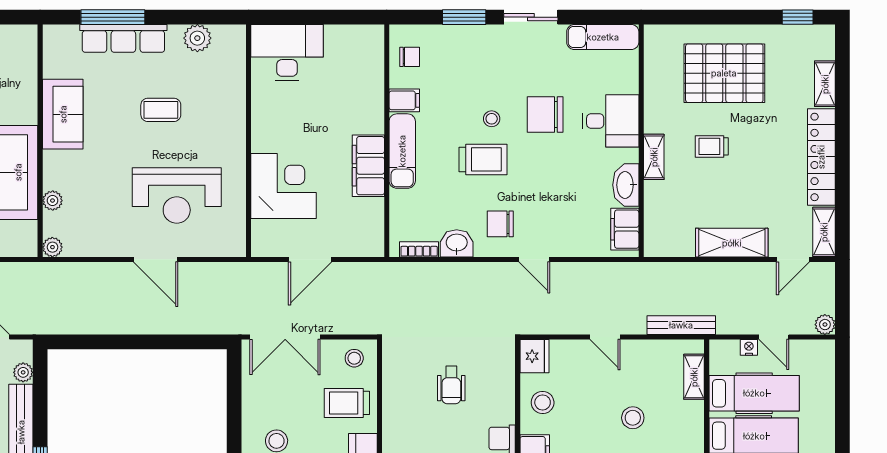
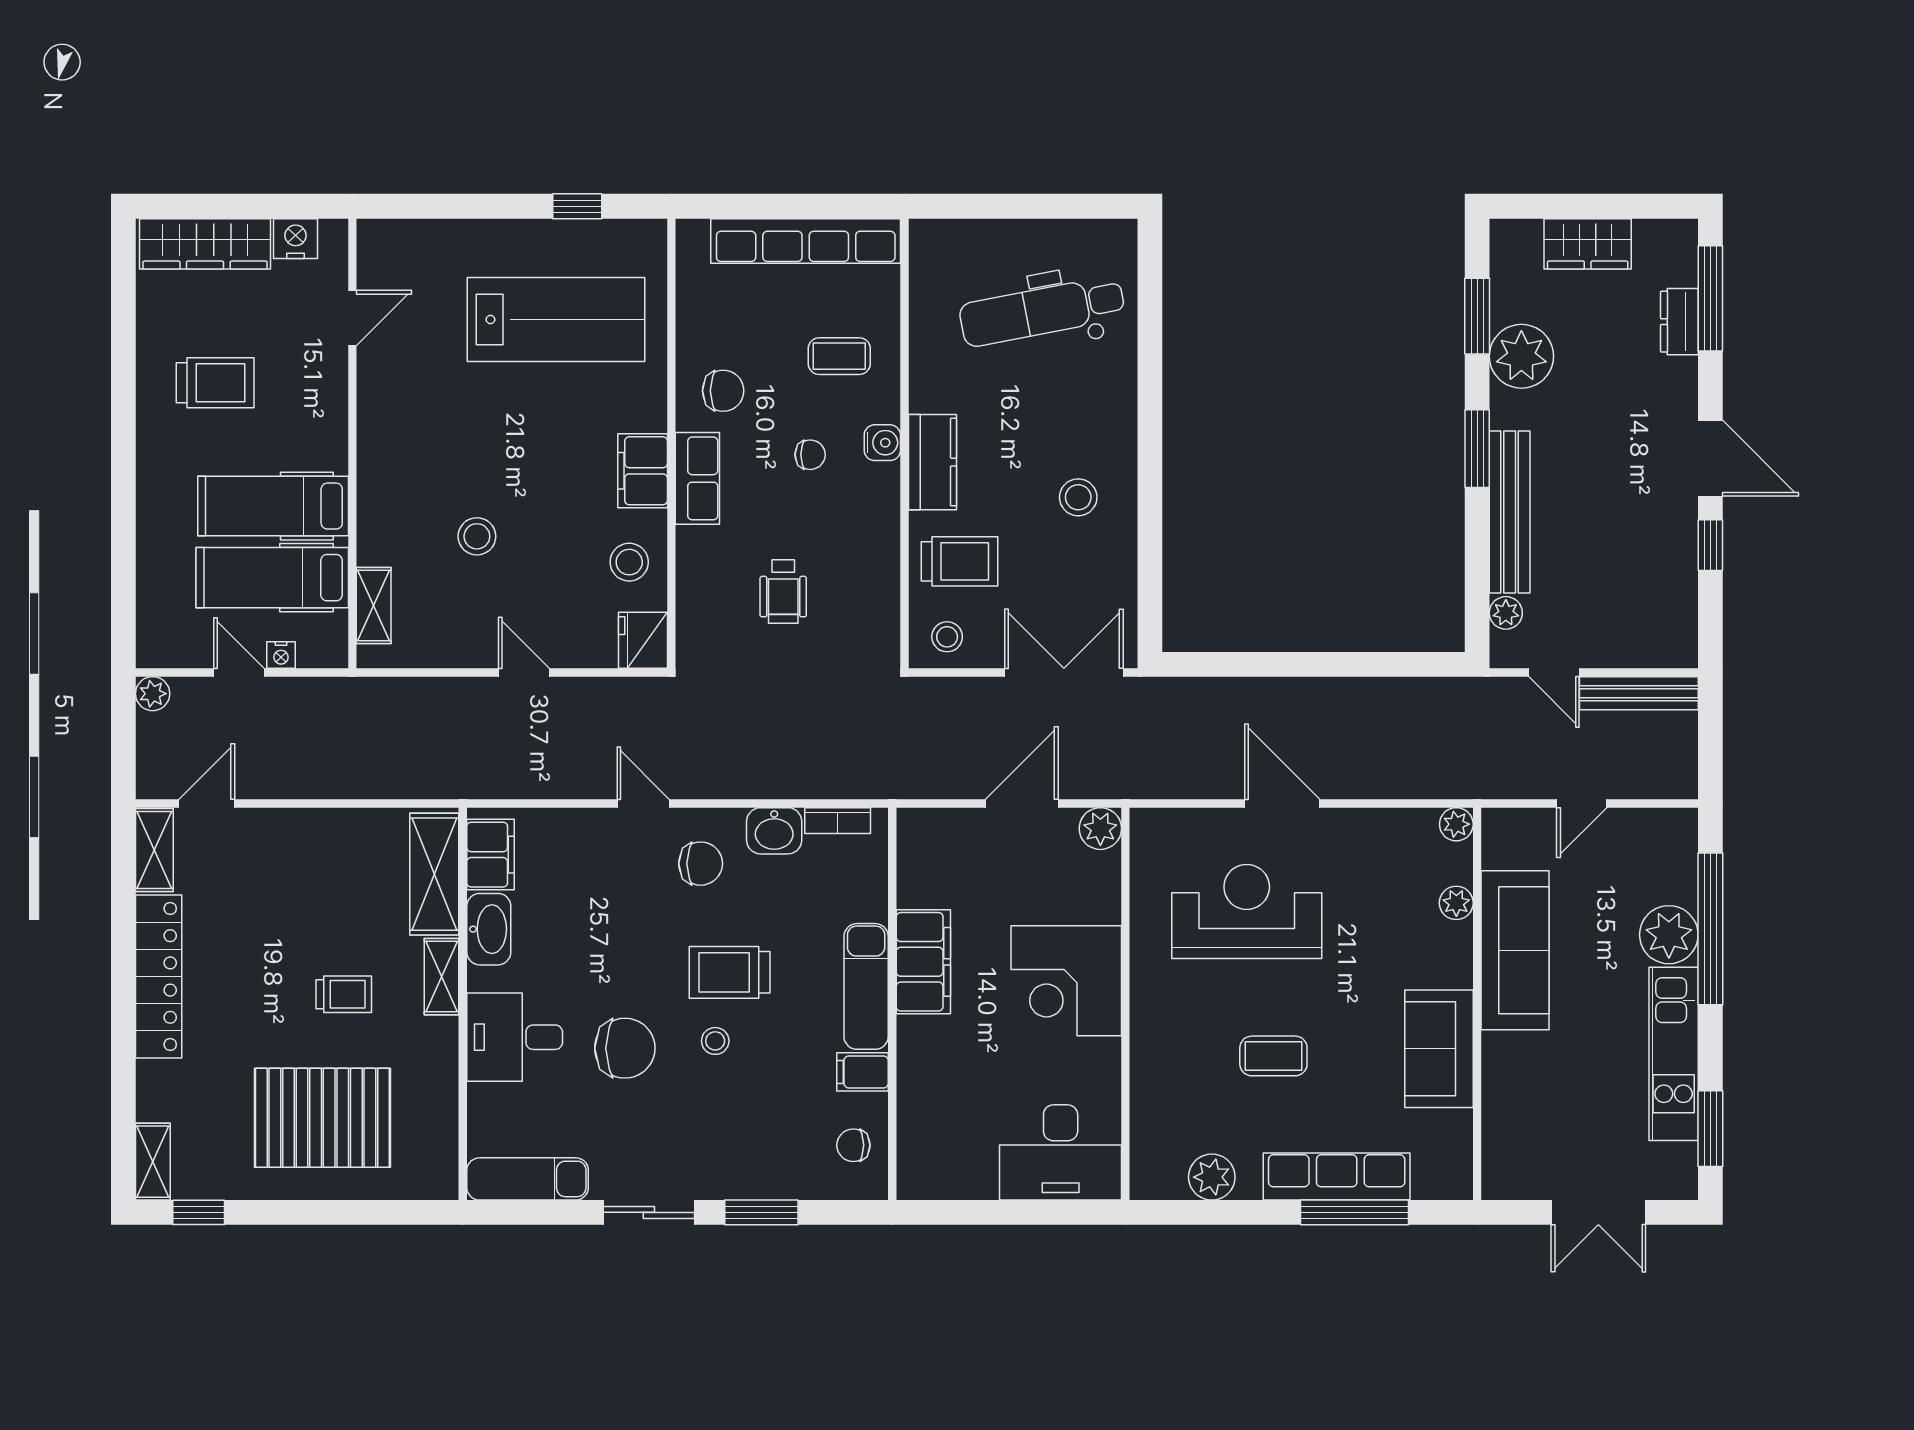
shelving: (825, 84) -> (153, 1162), moved
corner desk: (284, 186) -> (1066, 981), moved
shelving: (732, 243) -> (434, 874), moved, turned 90
plant: (263, 245) -> (1100, 829), added
bench: (681, 325) -> (395, 693), removed
wheelchair: (451, 385) -> (783, 592), turned 180

